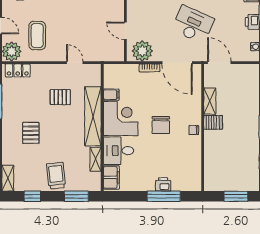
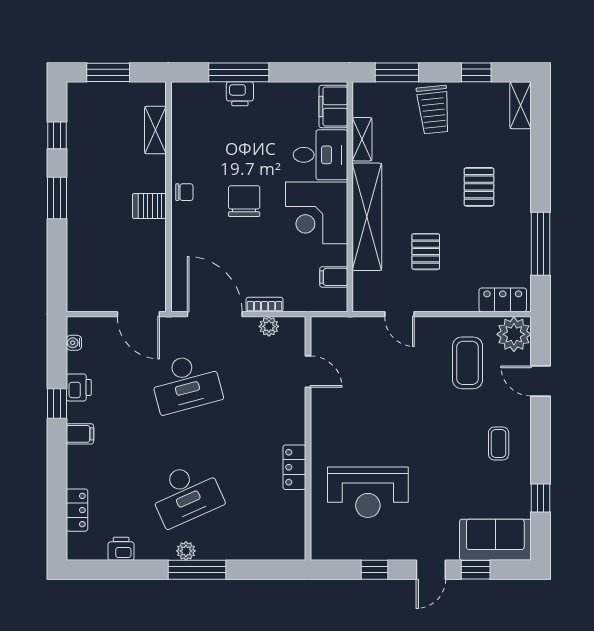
desk: (193, 24) -> (186, 383), turned -39
plant: (142, 51) -> (269, 326), width x0.53, depth x0.53
filing cabinet: (111, 95) -> (334, 277), moved
pallet: (60, 97) -> (426, 252), turned 90
shelving: (210, 101) -> (155, 130), moved

